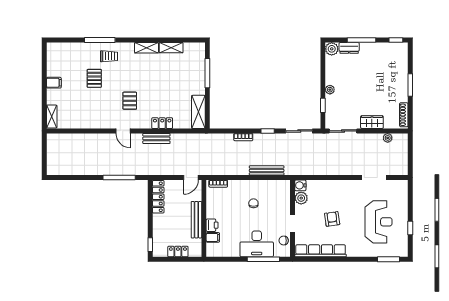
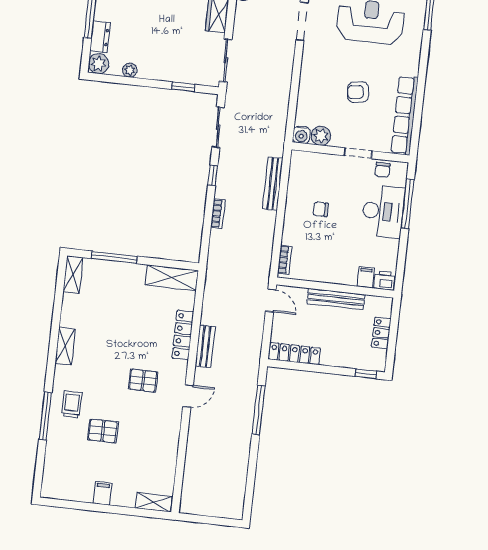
shelving: (171, 48) -> (73, 275), moved
plant: (330, 90) -> (130, 70), moved
locker: (162, 123) -> (183, 335), width x1.53
printer: (212, 225) -> (384, 280), moved

